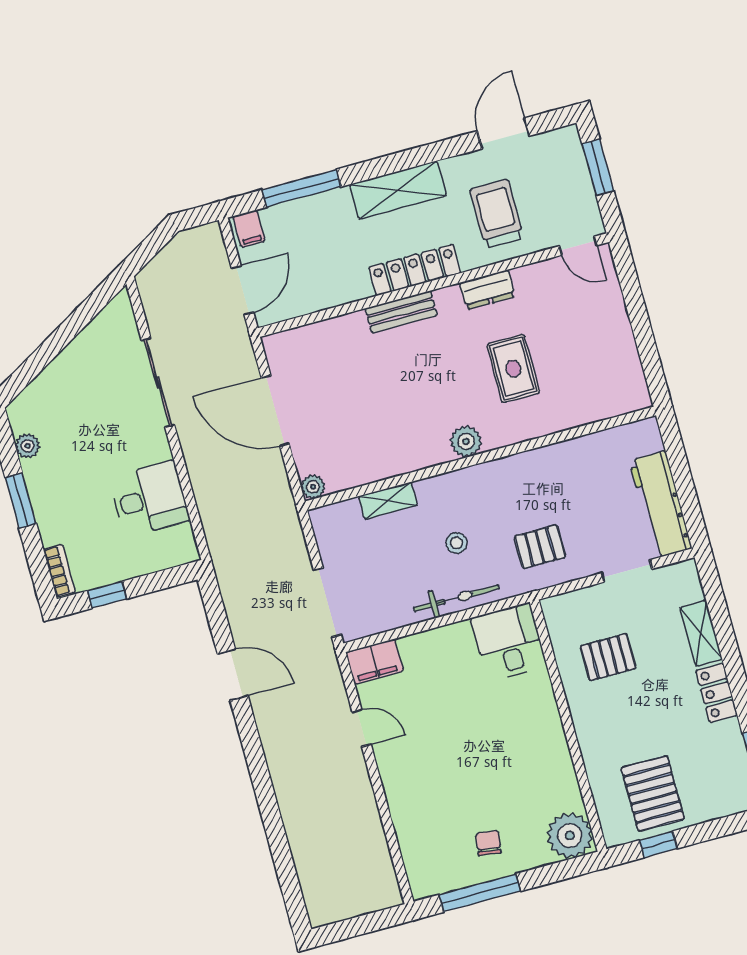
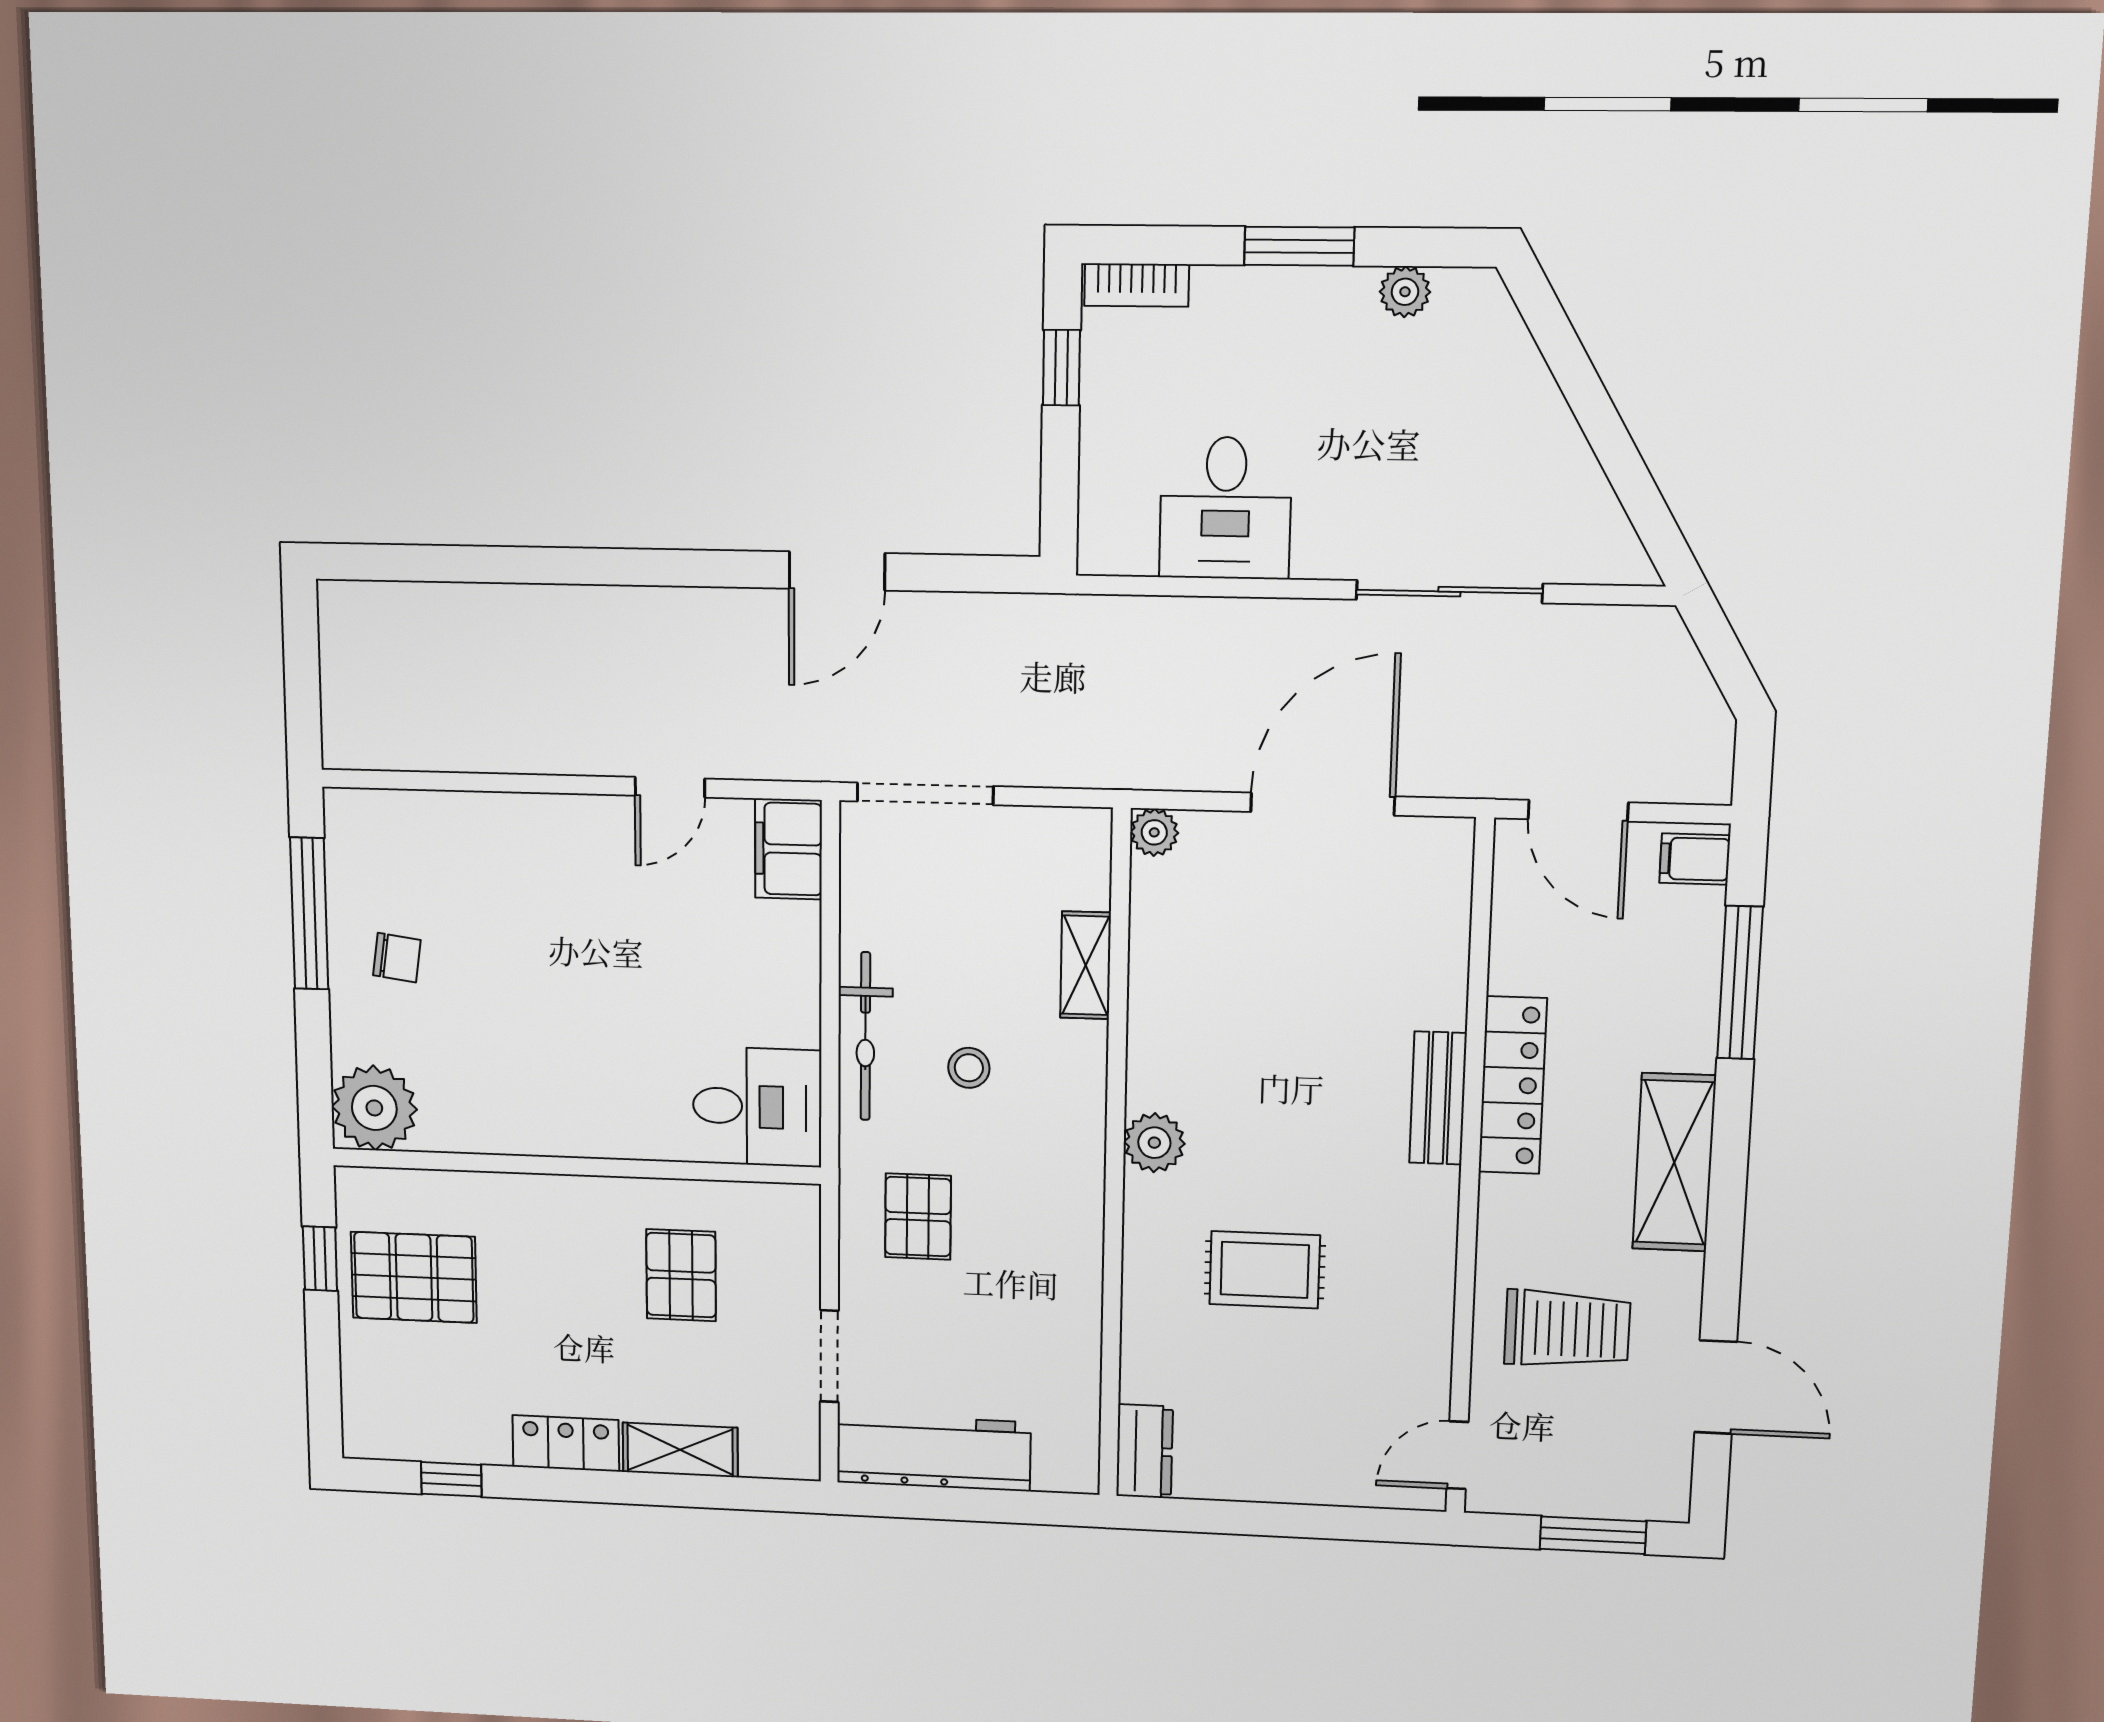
locker: (415, 270) -> (1513, 1085), moved
dresser: (487, 290) -> (1145, 1451), moved, turned 180

